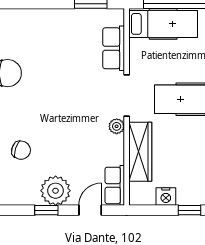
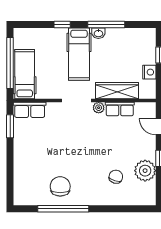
row of seats: (114, 48) -> (30, 110), moved
row of seats: (115, 185) -> (120, 109), moved
plant: (56, 191) -> (145, 171), moved

